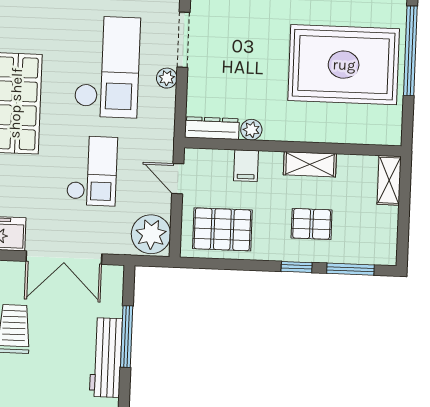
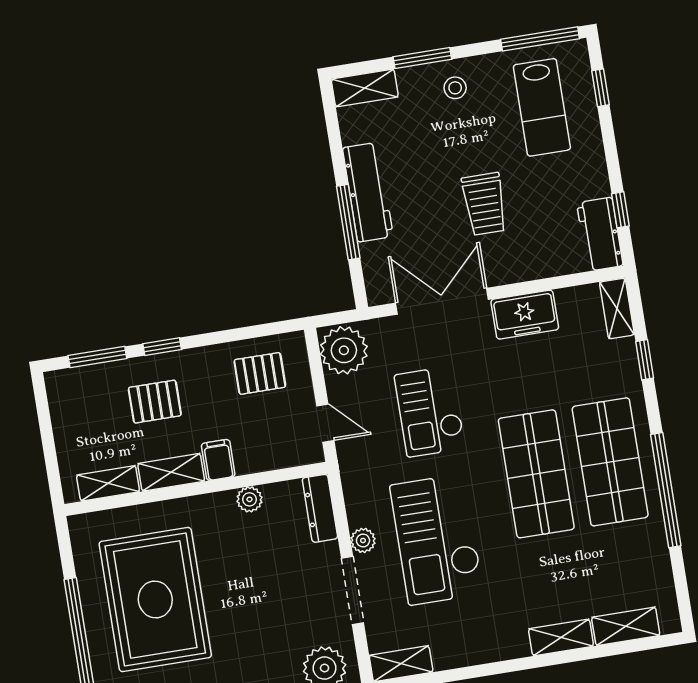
rug: (344, 65) -> (155, 600), turned 90
dresser: (212, 128) -> (320, 508), moved, turned 90
filing cabinet: (246, 166) -> (218, 460), moved
shelving: (389, 180) -> (108, 483), moved, turned 90
pallet: (222, 229) -> (260, 373), width x0.67, depth x0.71

